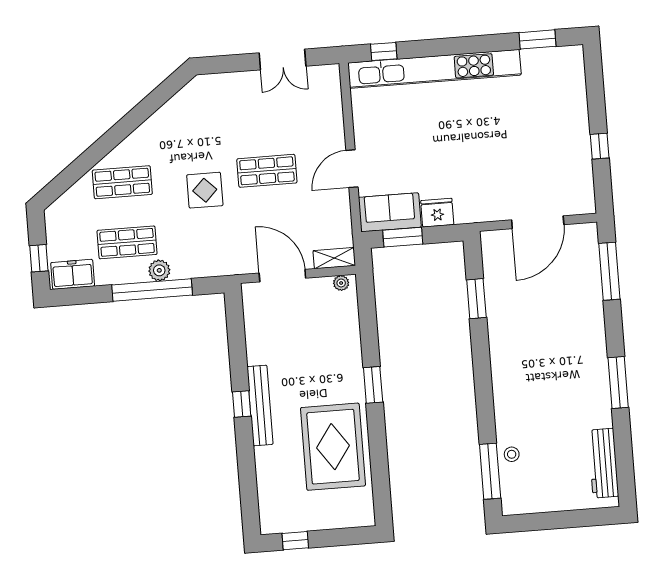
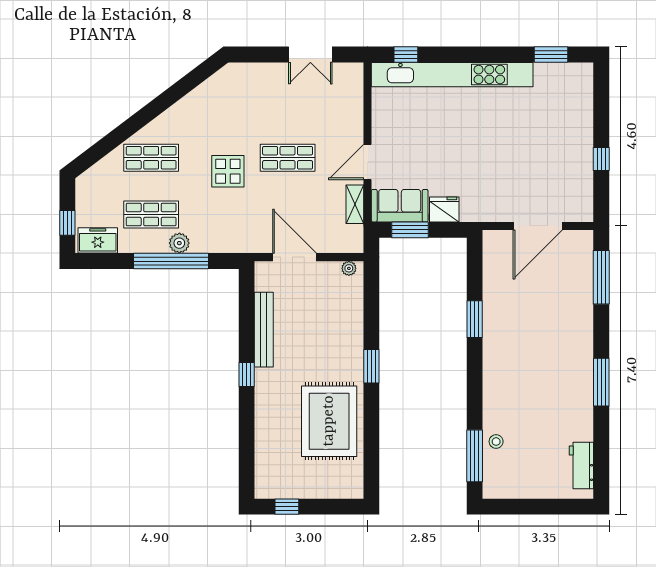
shelving: (334, 258) -> (355, 204), moved, turned 90
window: (476, 299) -> (475, 319), moved
bench: (260, 405) -> (264, 330), moved
workbench: (603, 463) -> (581, 465), width x0.73

